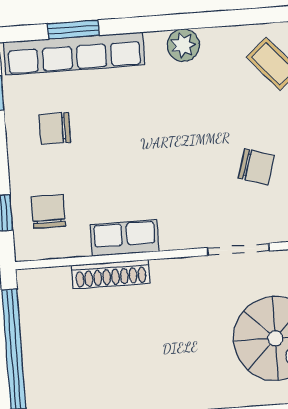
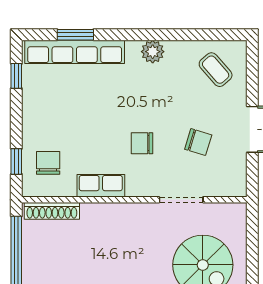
chair: (55, 128) -> (142, 143), moved
shoe rack: (111, 274) -> (52, 211), moved

